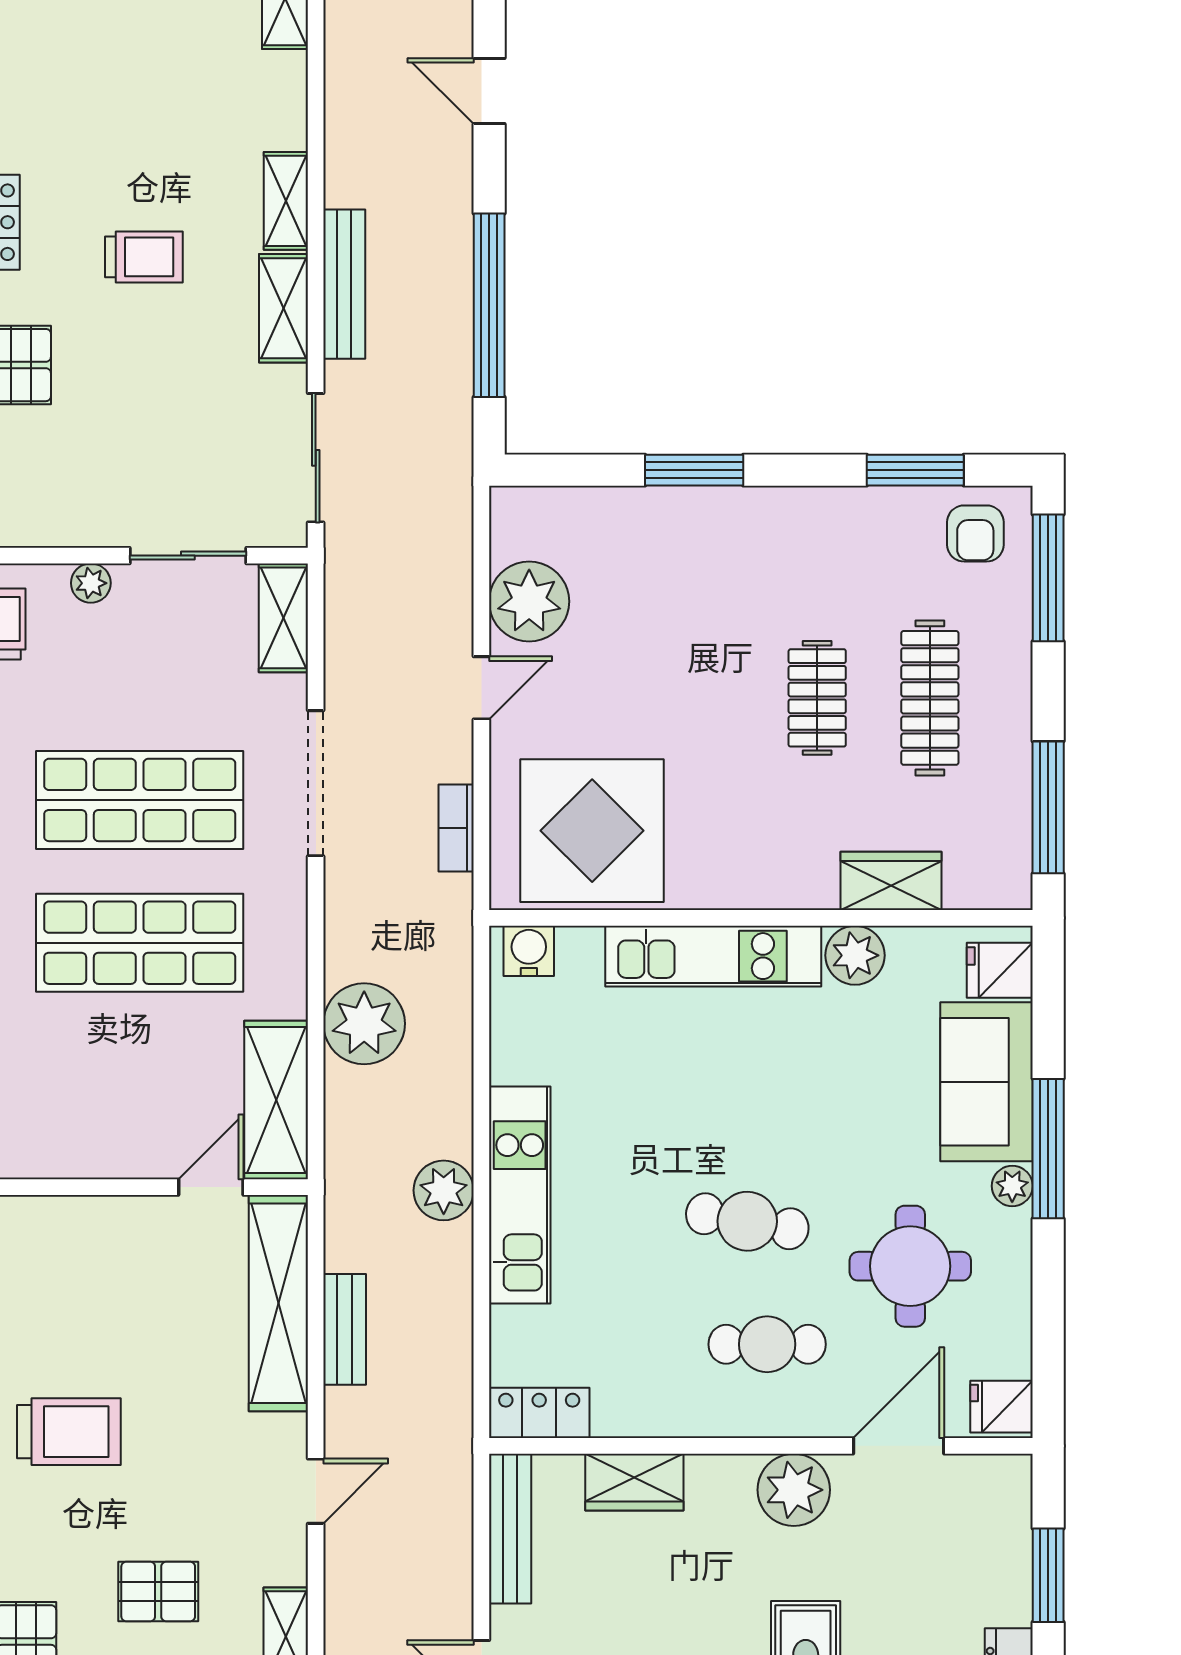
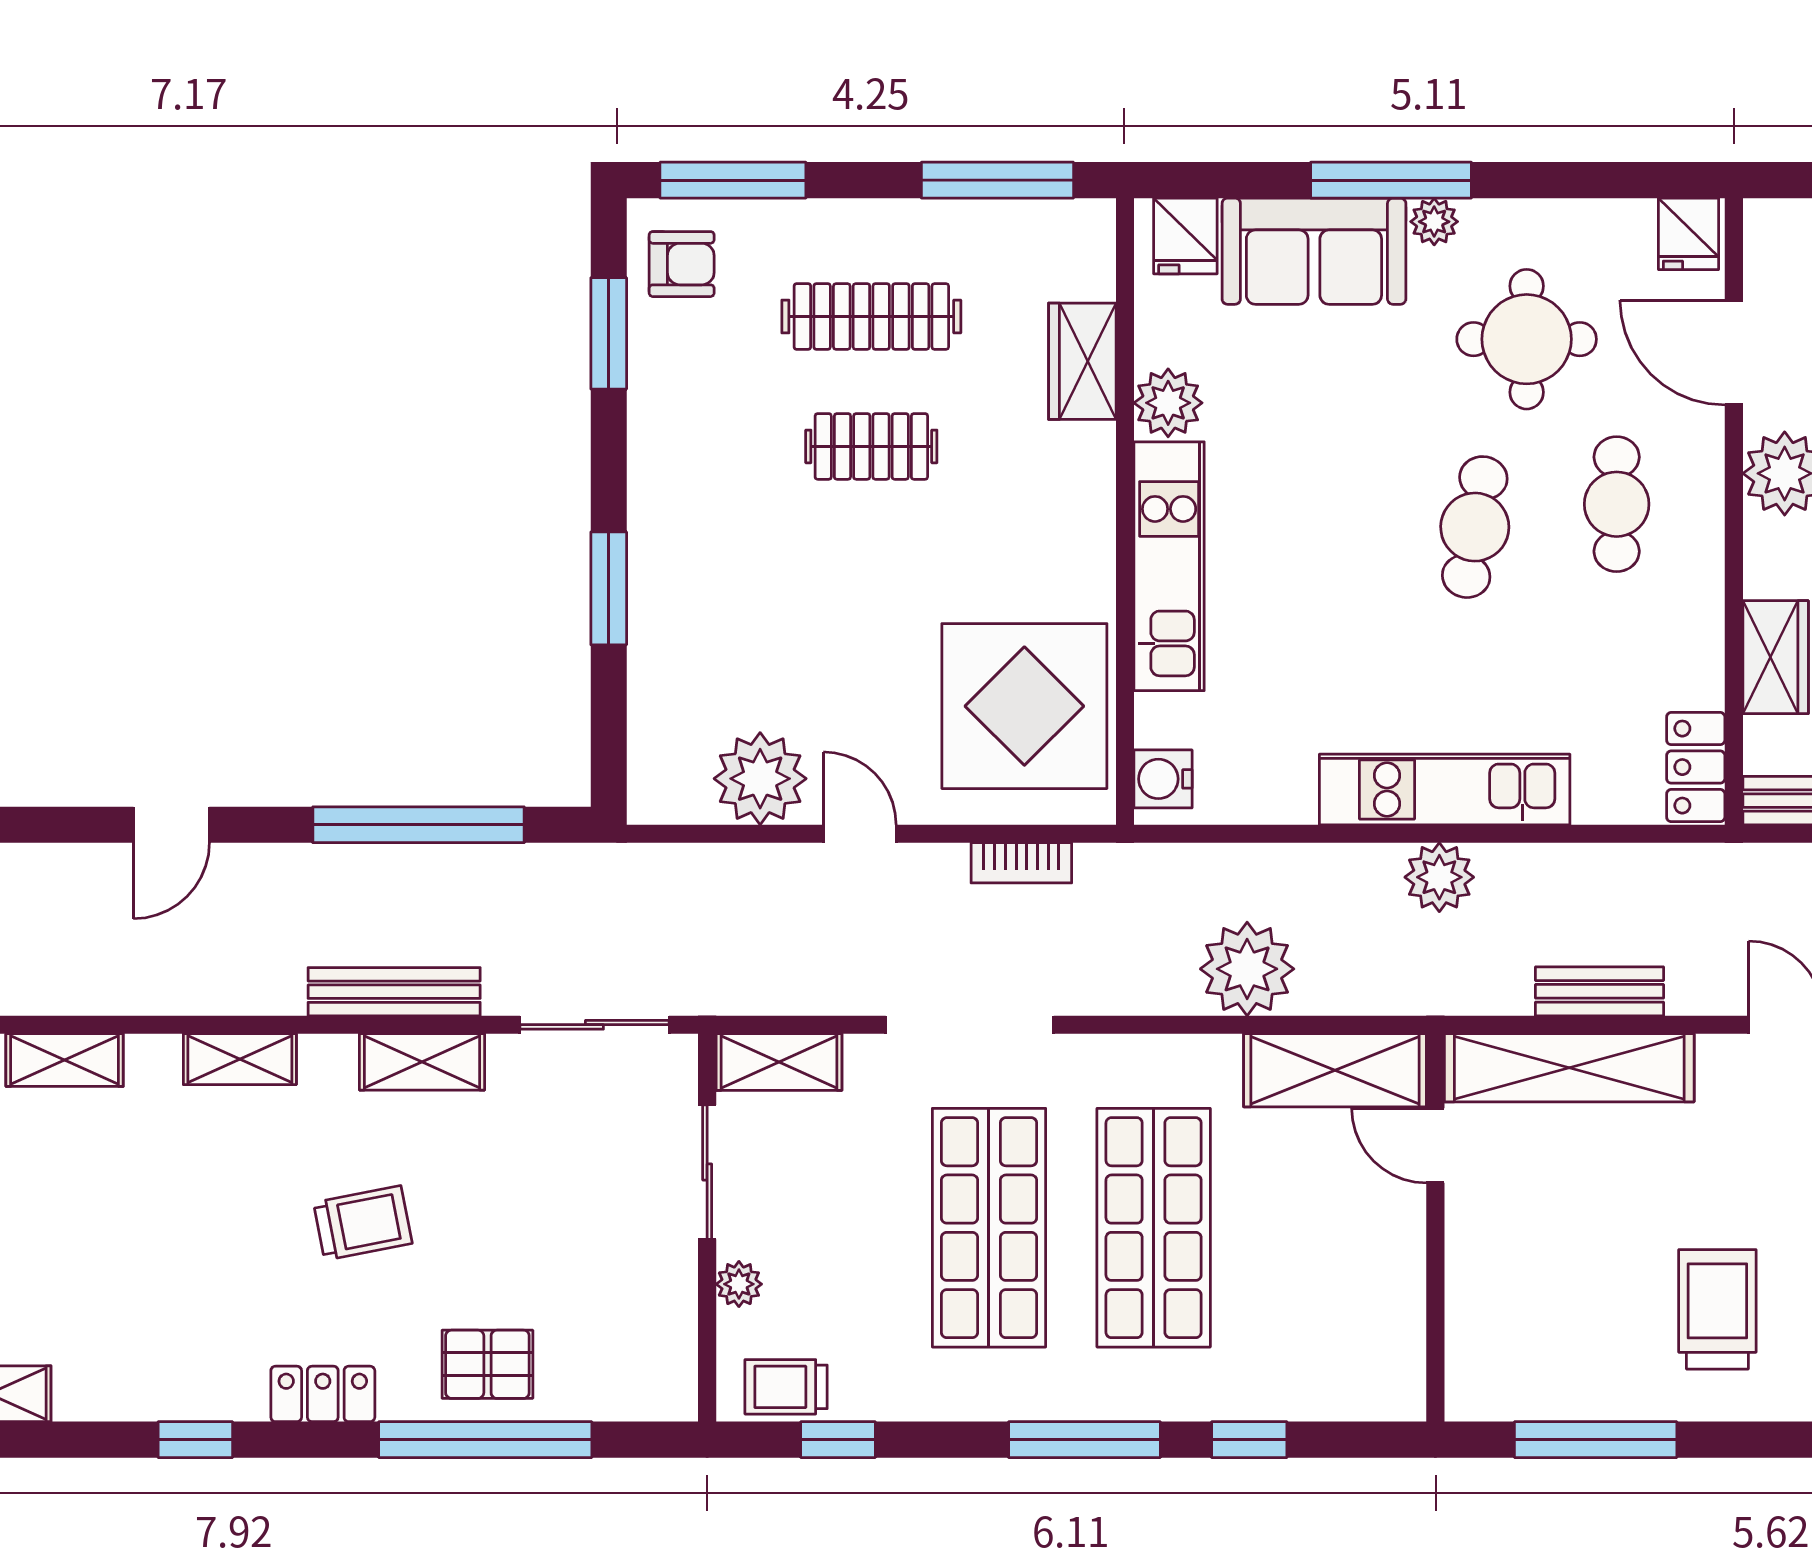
shelving: (286, 201) -> (240, 1059), moved
trolley: (144, 257) -> (363, 1223), turned 79

